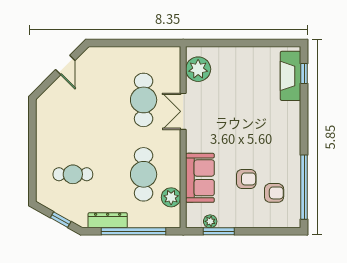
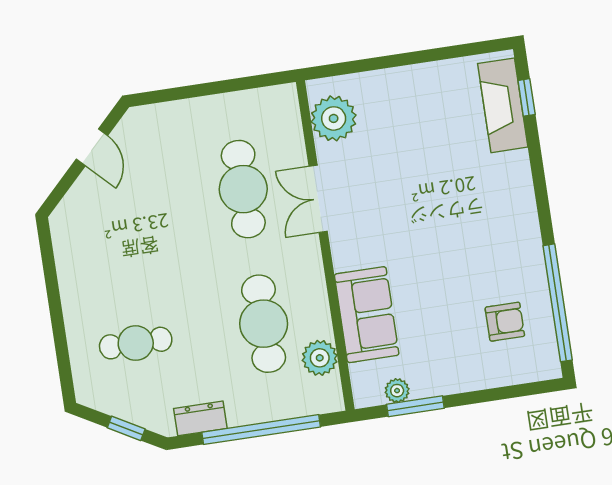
armchair: (246, 179) -> (451, 304), removed
dresser: (108, 220) -> (200, 418), width x0.70

